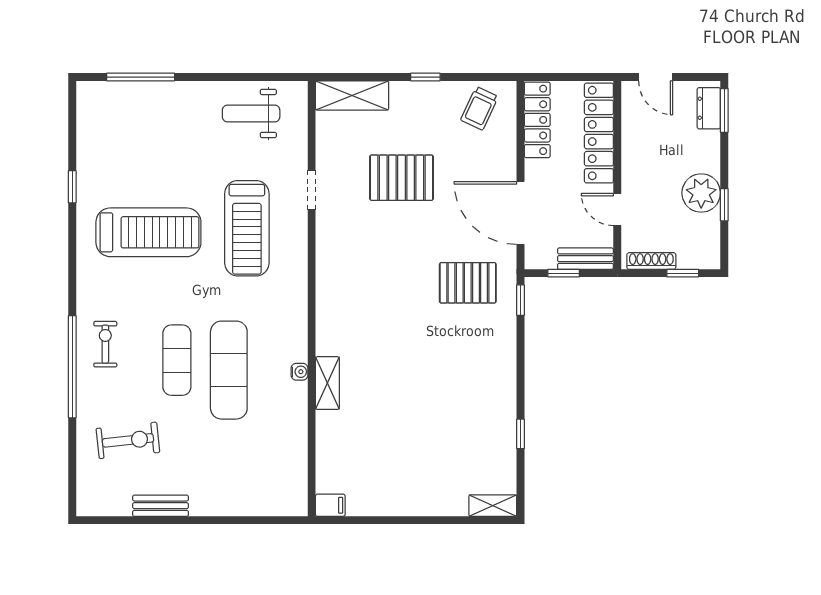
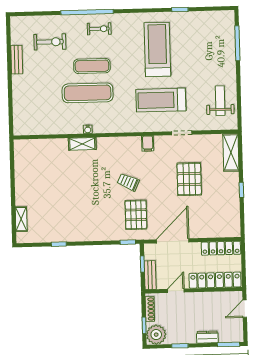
trolley: (479, 108) -> (128, 182), moved
dresser: (709, 108) -> (207, 337), moved
plant: (701, 193) -> (156, 335), moved
treadmill: (148, 232) -> (157, 49), turned 180
exercise bike: (128, 440) -> (50, 42), turned -84
filing cabinet: (330, 505) -> (148, 144), moved
shelving: (493, 506) -> (21, 219), moved

